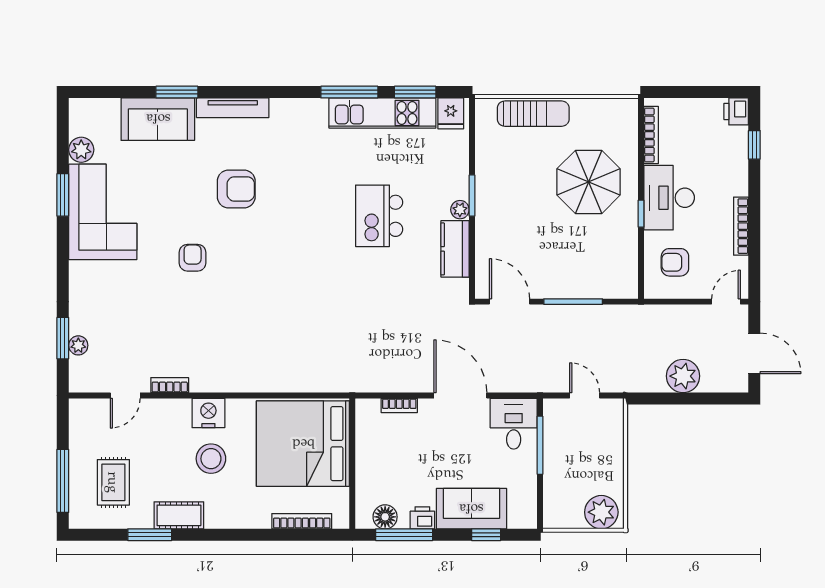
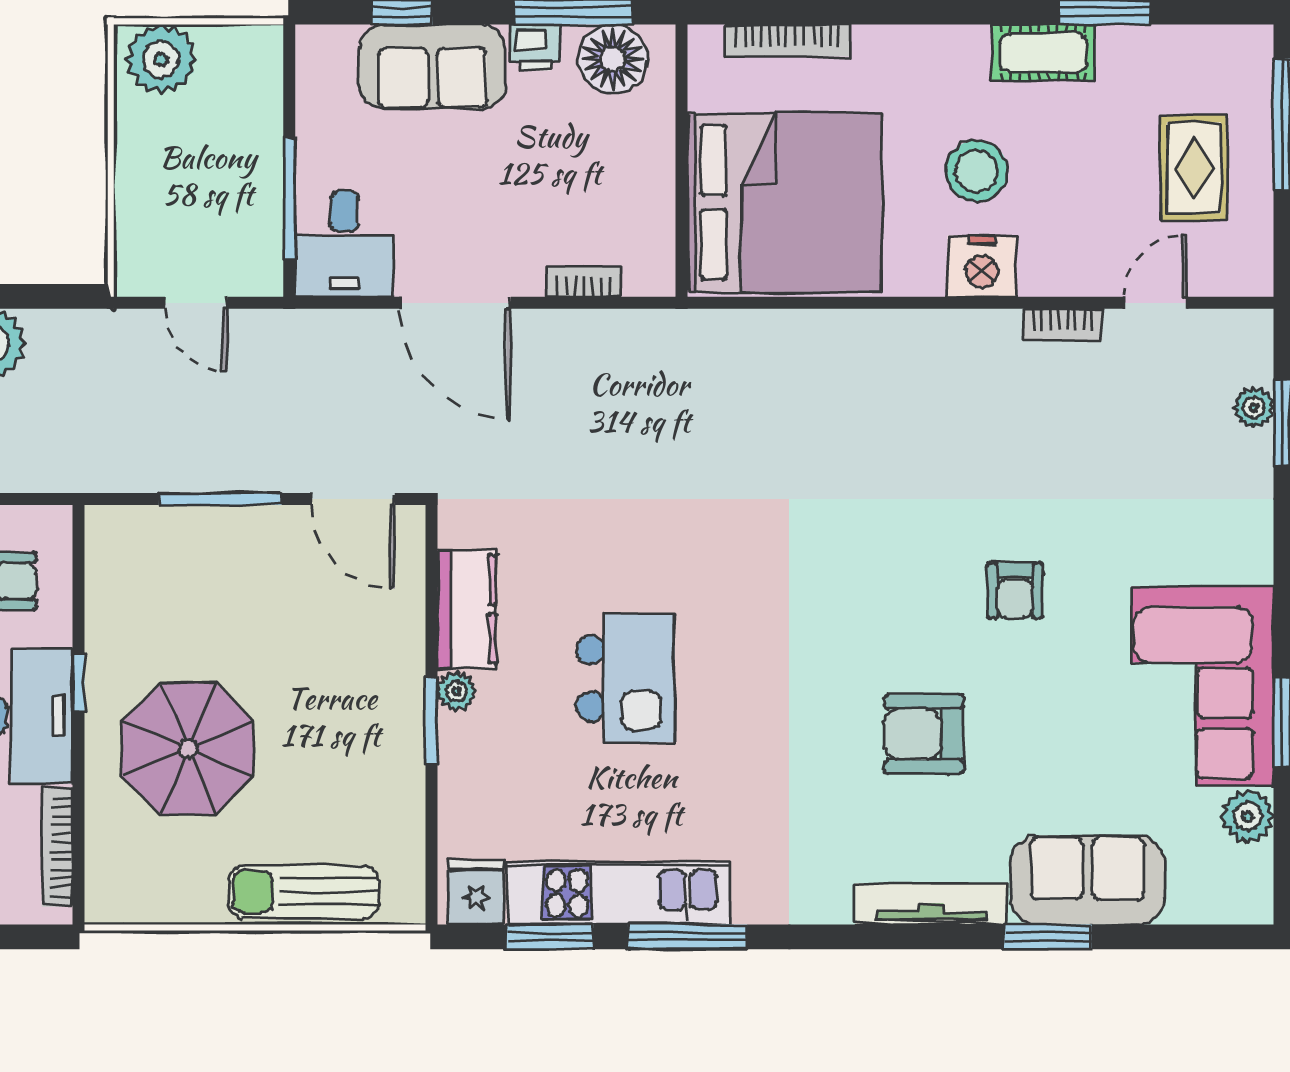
rug: (113, 482) -> (1194, 168), moved
floor lamp: (385, 517) -> (613, 59), width x1.38, depth x1.38

